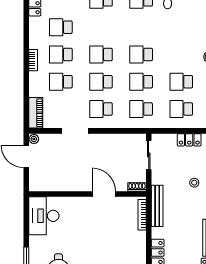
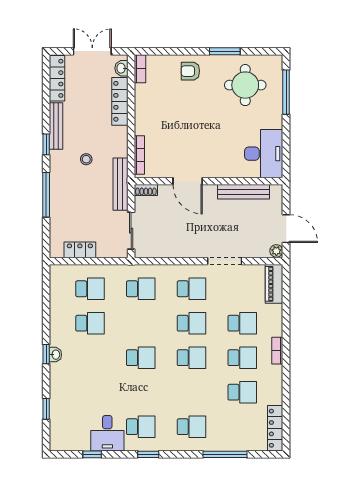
school desk: (141, 82) -> (141, 323), removed
stool: (194, 183) -> (86, 159), moved
bench: (60, 186) -> (243, 192), added
bench: (157, 206) -> (120, 184), moved

